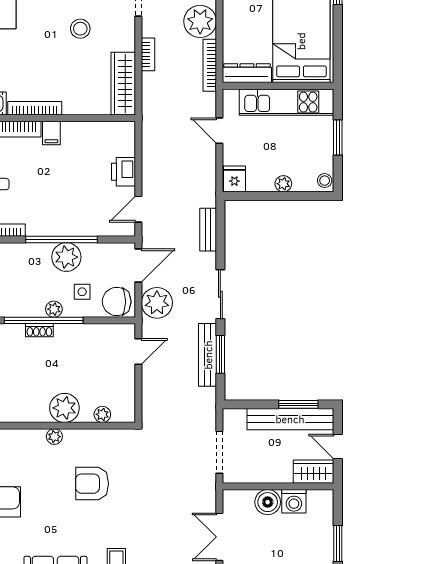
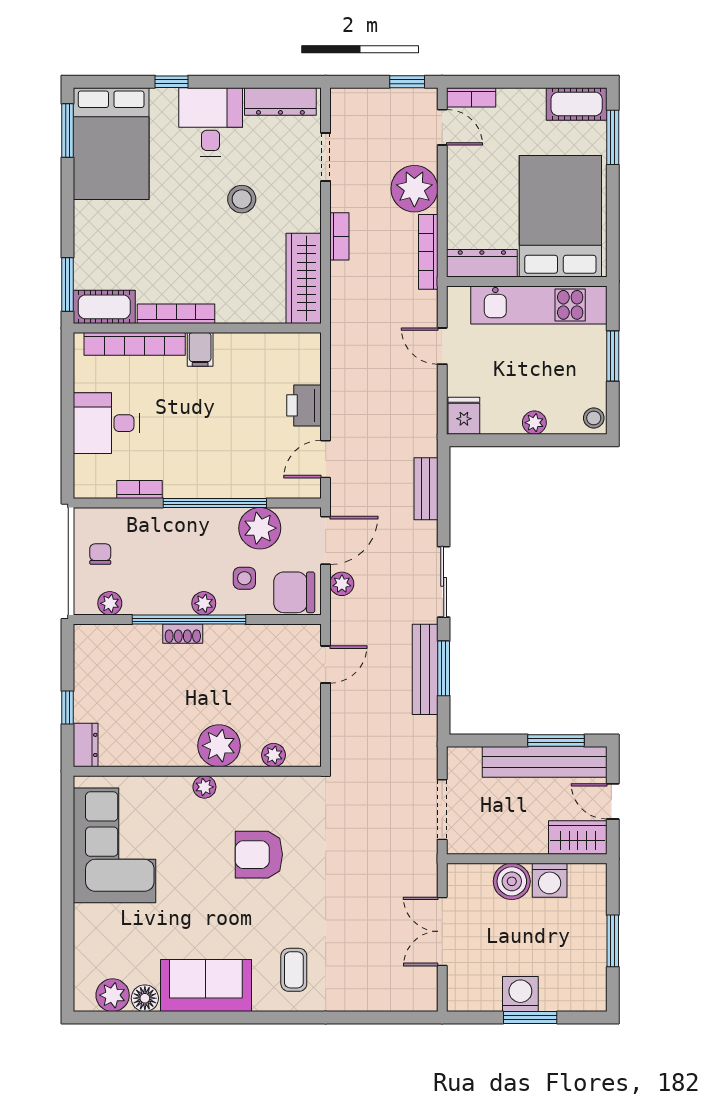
plant: (66, 257) -> (260, 528), moved
plant: (157, 303) -> (342, 584), width x0.53, depth x0.53

